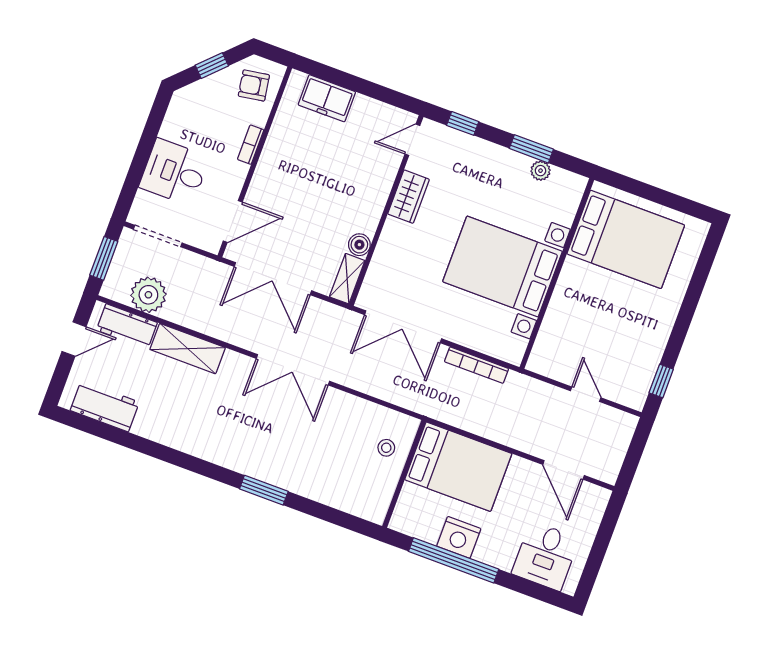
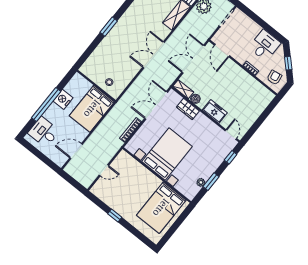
freezer: (327, 98) -> (215, 111), moved, turned 90
desk: (174, 172) -> (265, 45), moved
wardrobe: (409, 197) -> (188, 109), moved
window: (661, 381) -> (115, 215), moved
window: (454, 560) -> (46, 105), moved

